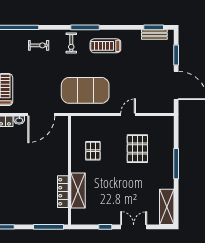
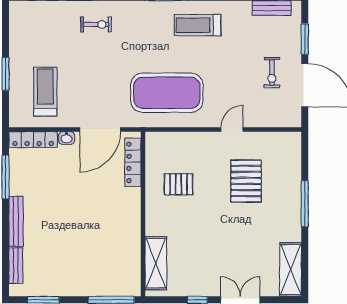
exercise bike: (71, 43) -> (272, 73), moved
pallet: (93, 151) -> (179, 184), turned 90
shelving: (78, 190) -> (156, 263), moved
locker: (63, 192) -> (133, 162), moved

